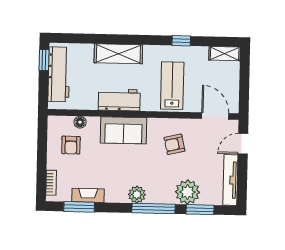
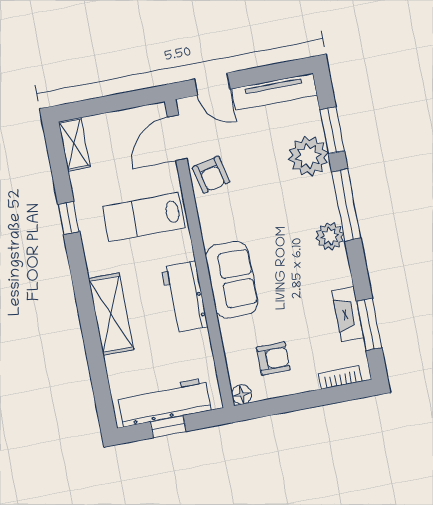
window: (44, 60) -> (168, 427), moved
floor lamp: (80, 122) -> (242, 395), moved
armchair: (174, 144) -> (211, 175), moved

